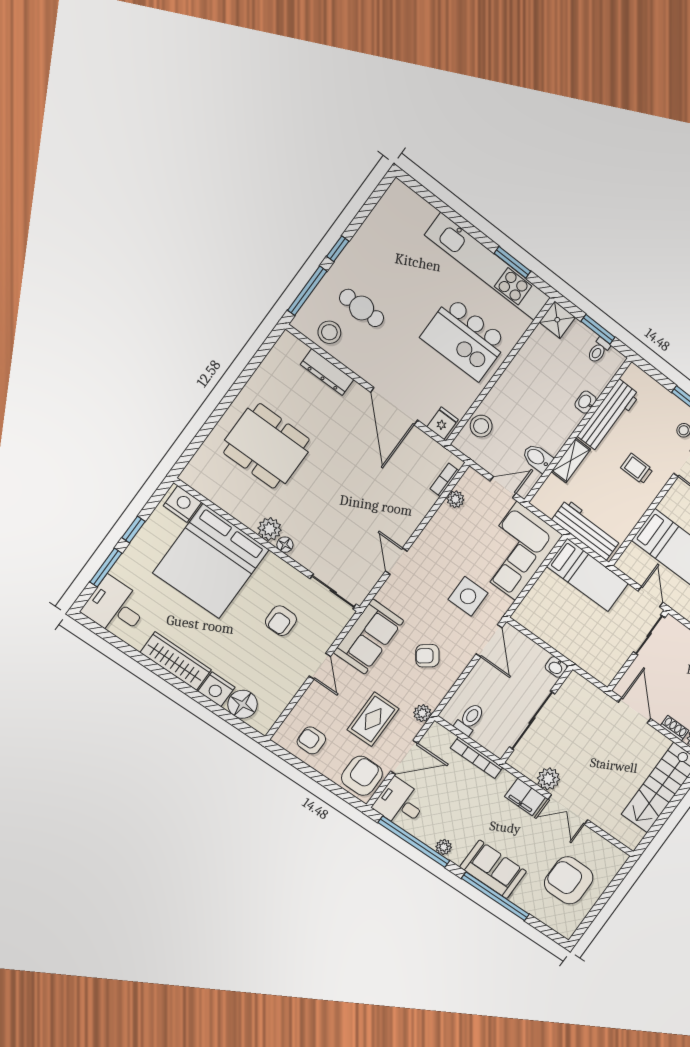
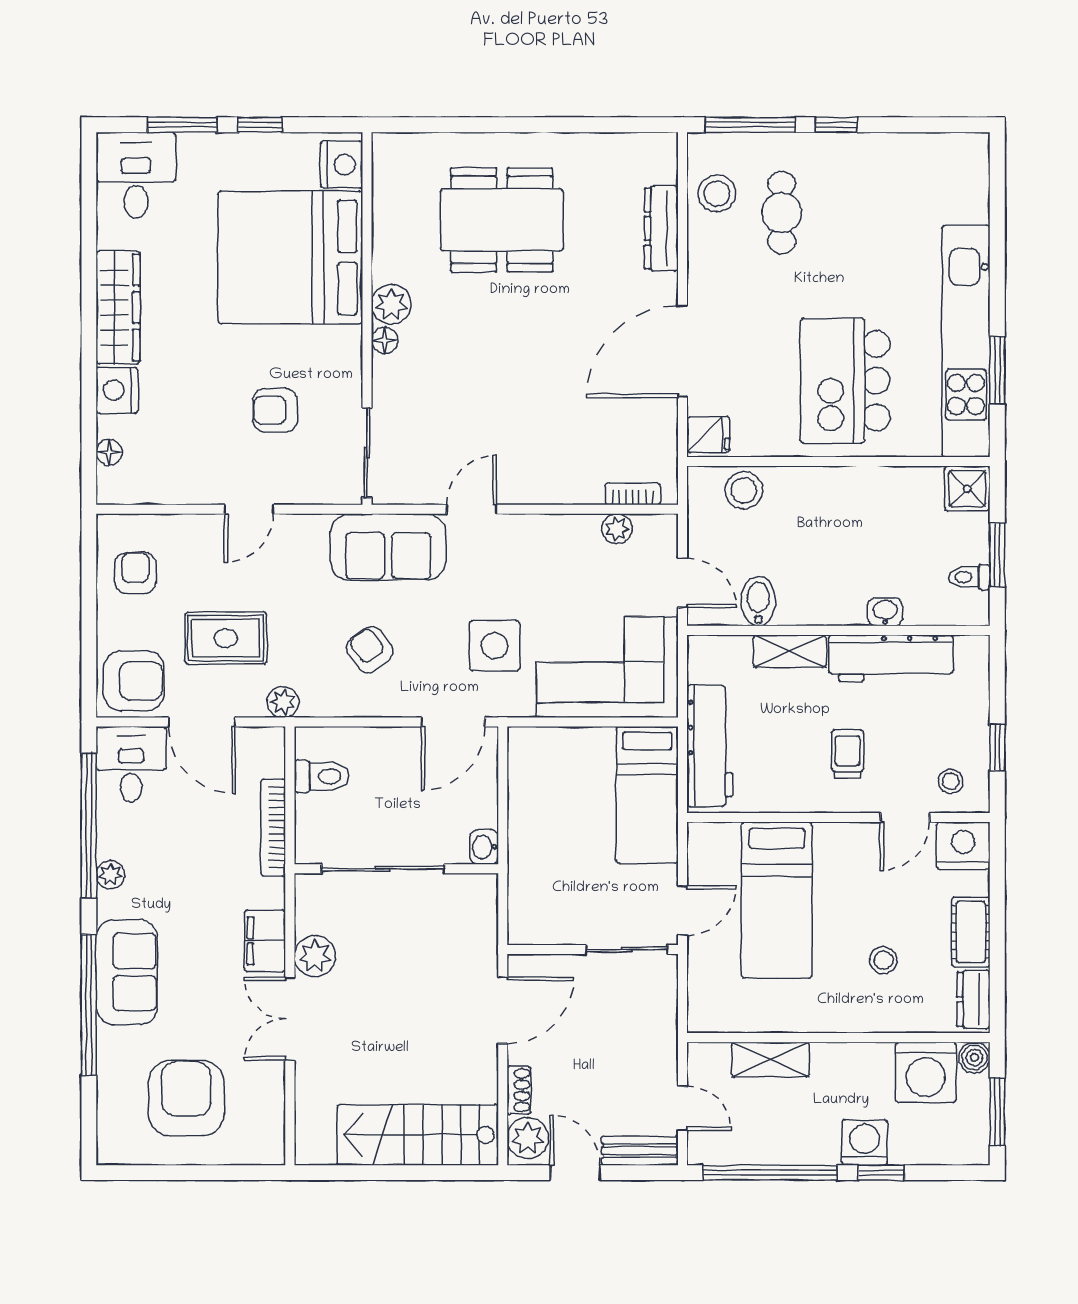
dining table: (267, 446) -> (502, 220), turned 90
sofa: (369, 637) -> (388, 547), moved
floor lamp: (243, 704) -> (109, 452), width x0.53, depth x0.53

